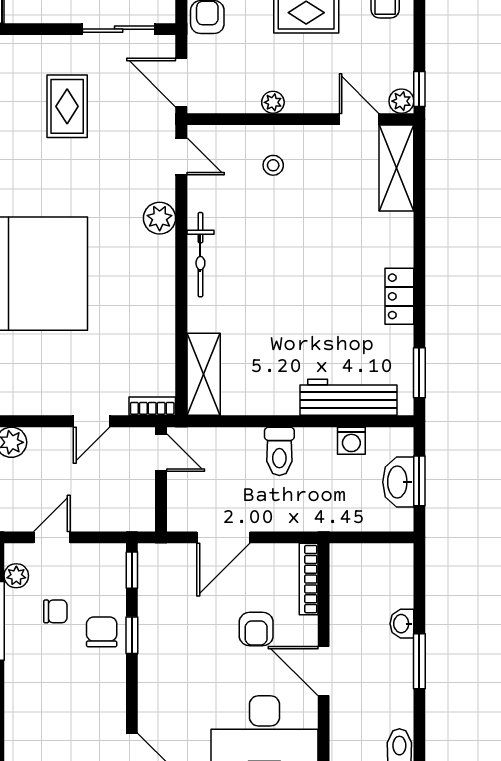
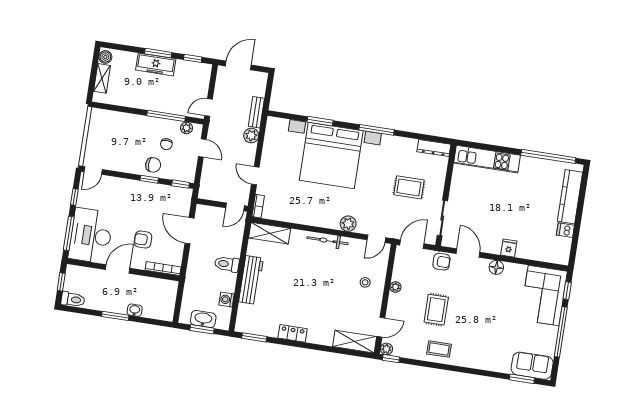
workbench: (349, 397) -> (251, 280), moved

